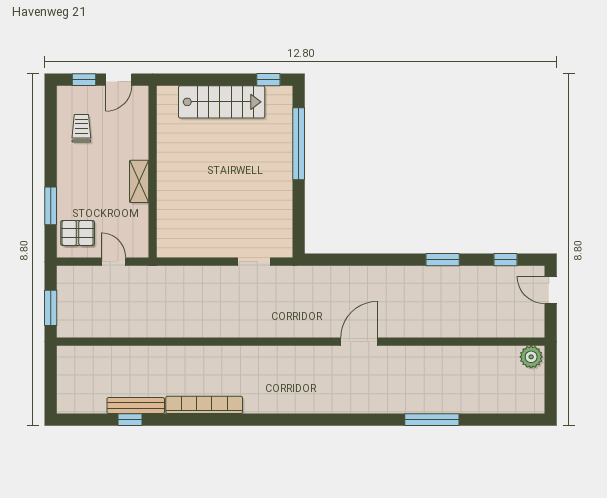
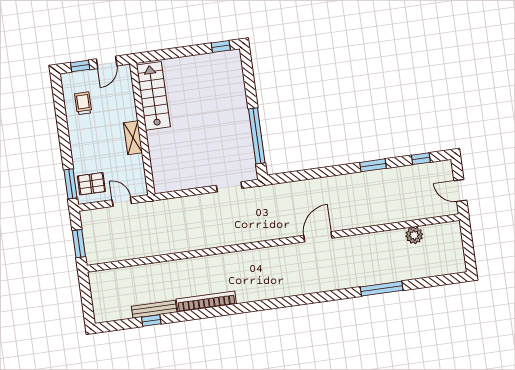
stairs: (222, 102) -> (153, 96), moved, turned -90
window: (299, 144) -> (257, 136), moved
window: (51, 206) -> (71, 184), moved
door: (551, 290) -> (460, 190), moved
plant: (531, 357) -> (414, 235), moved

